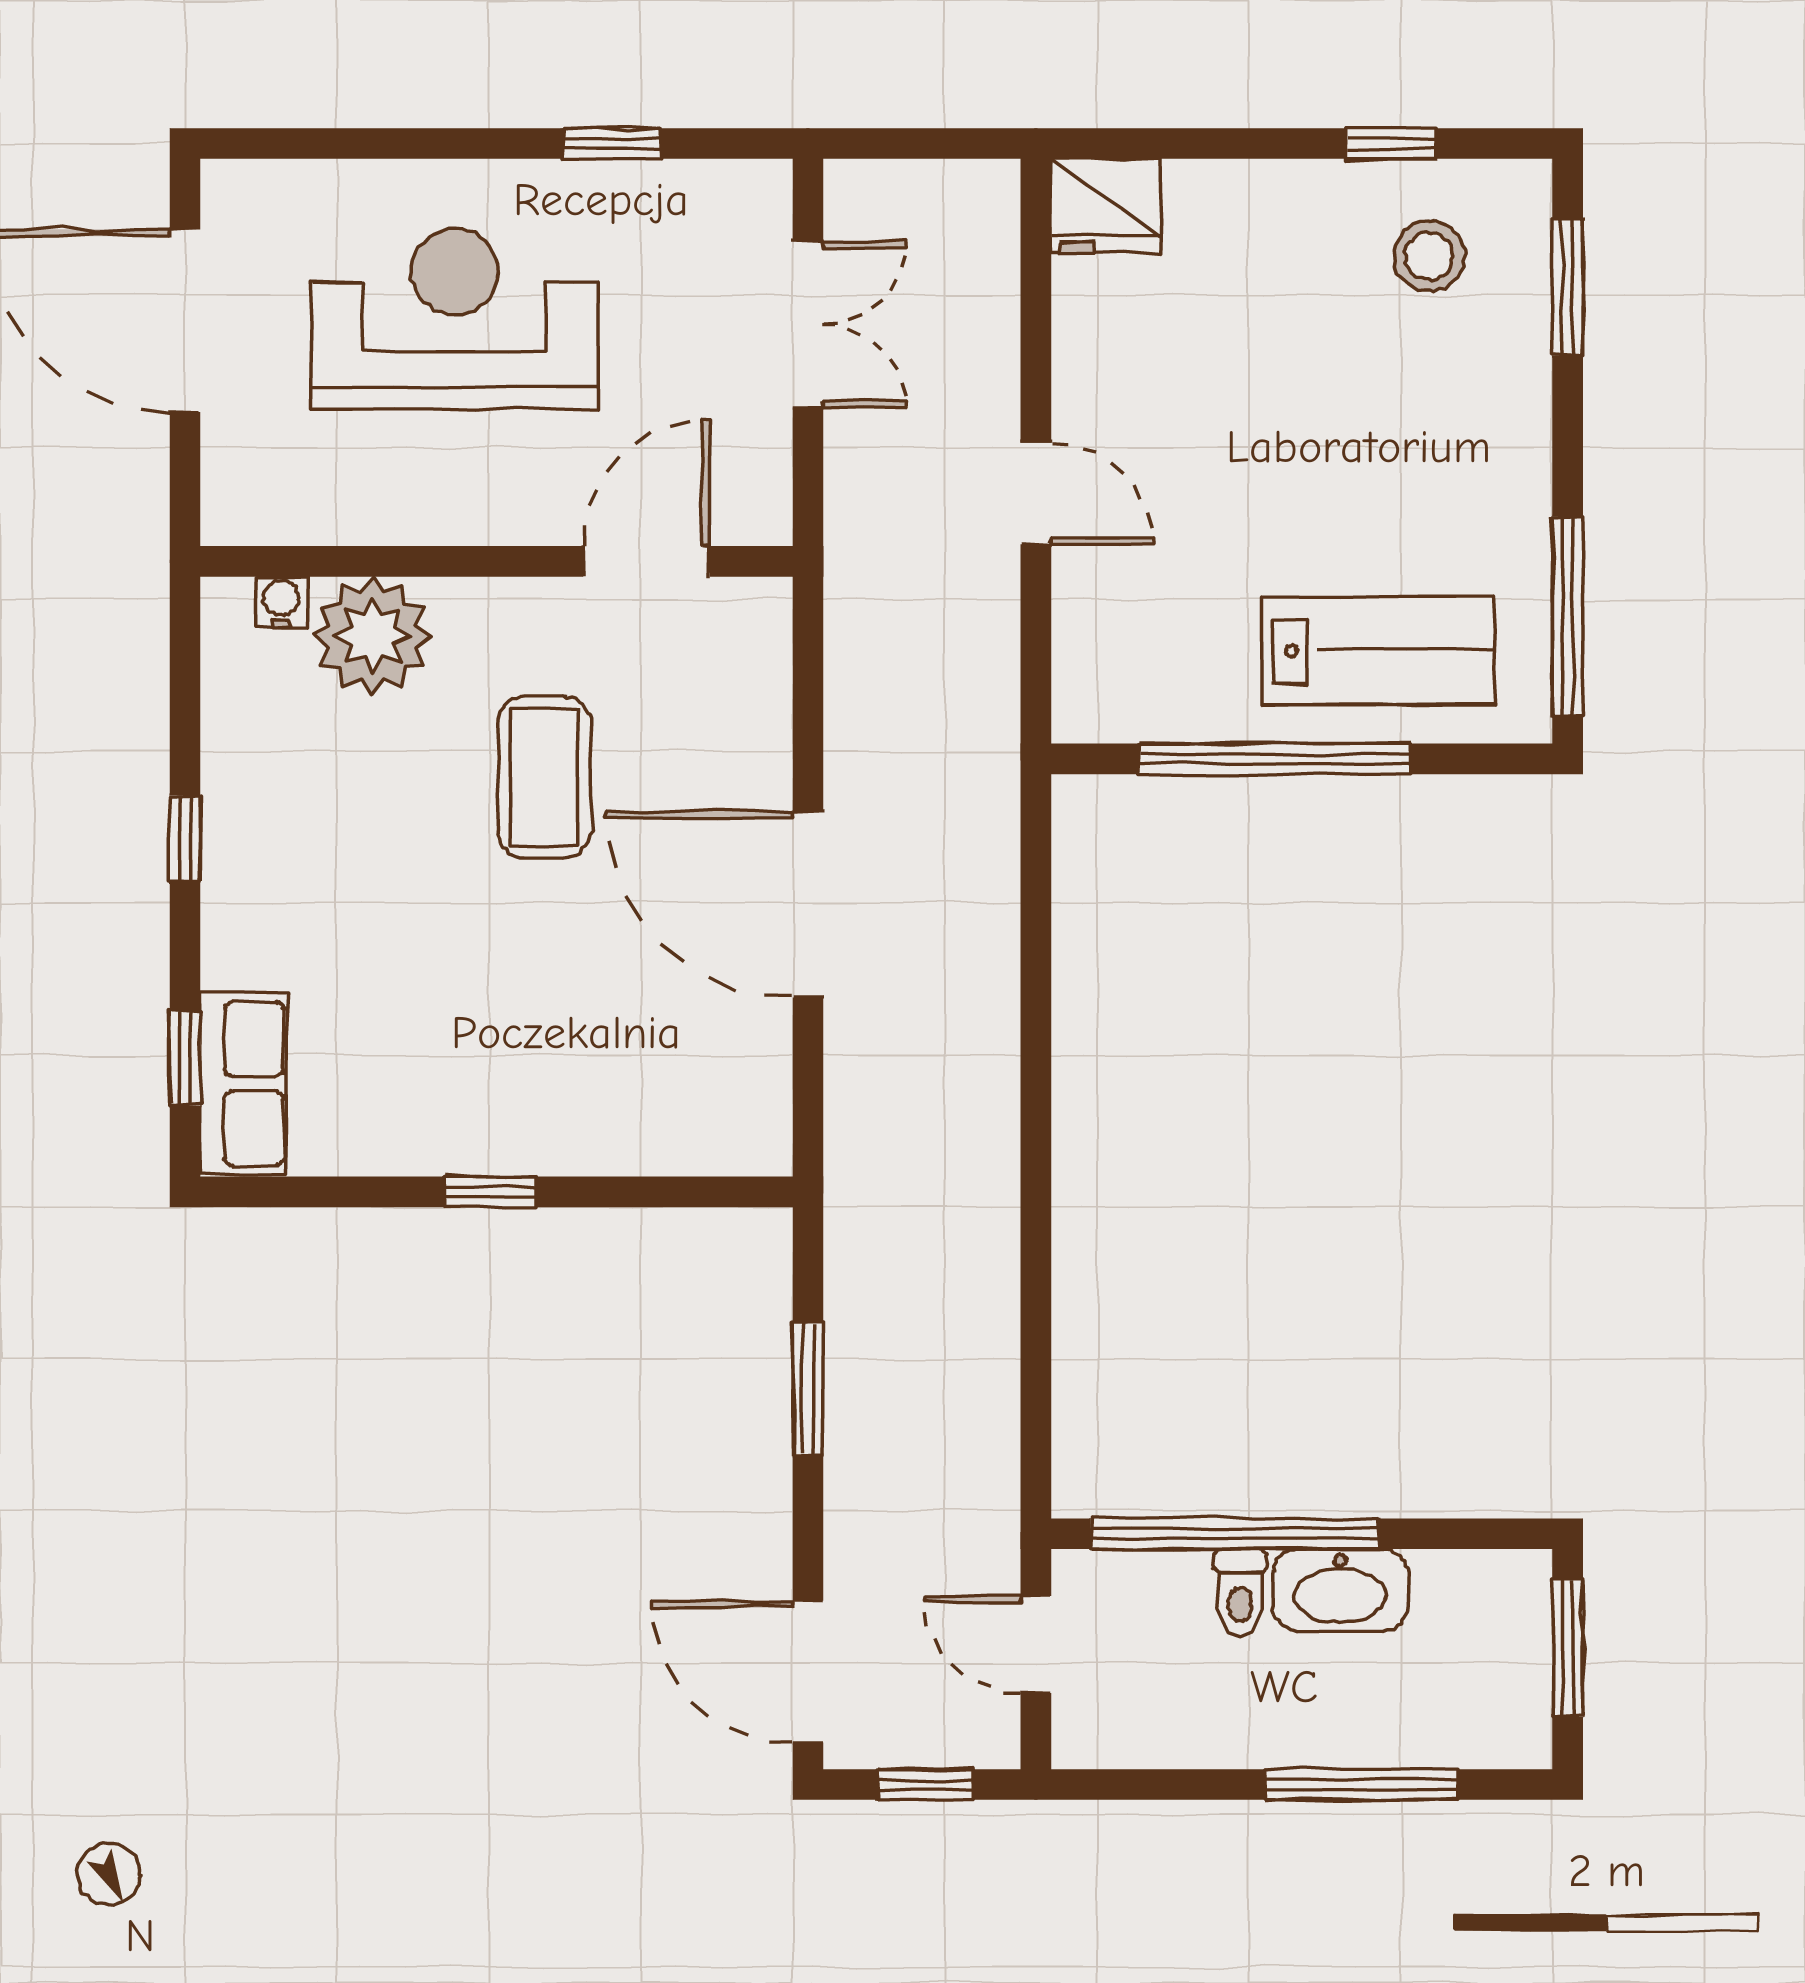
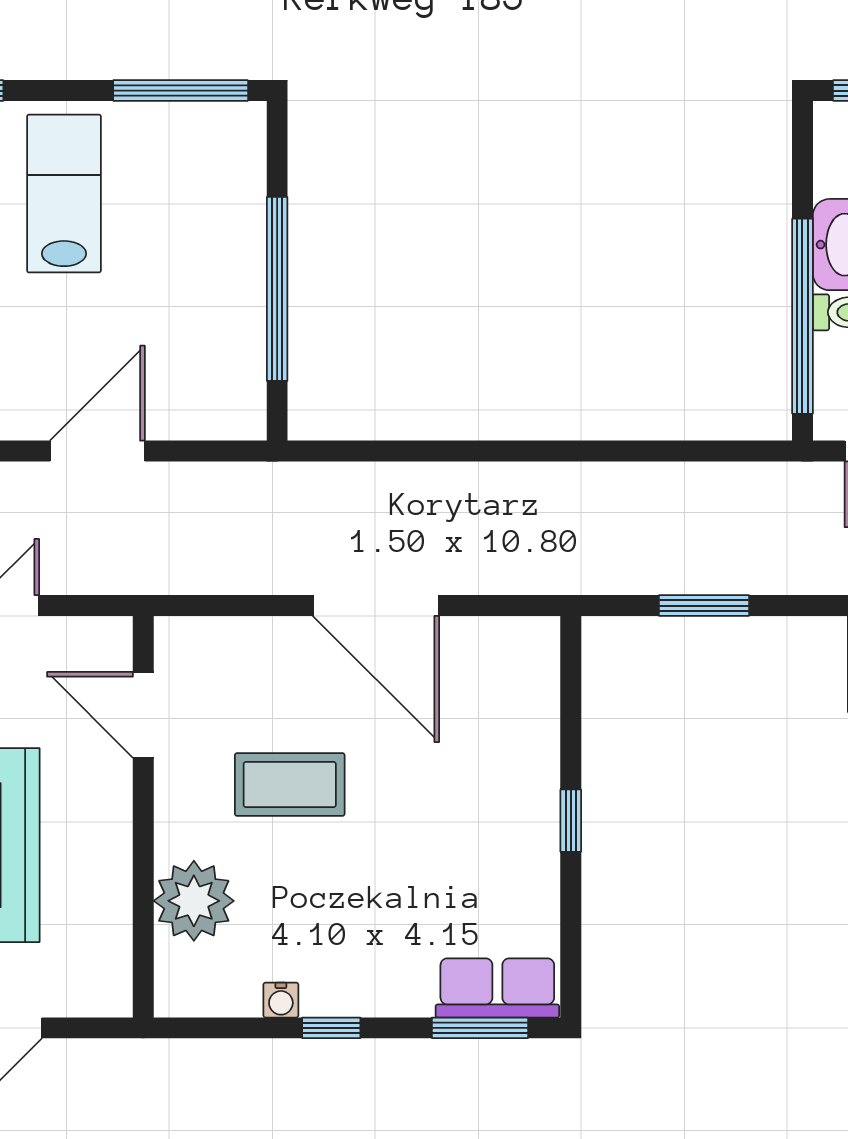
door: (1036, 493) -> (97, 451), width x1.38
water cooler: (281, 602) -> (281, 1000), moved, turned -90
lab bench: (1378, 651) -> (64, 194), moved
door: (808, 904) -> (376, 606), hinge flipped
window: (185, 1058) -> (480, 1028), width x1.50

